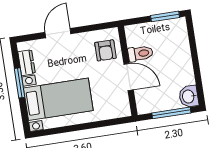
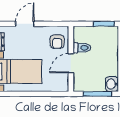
door: (129, 77) -> (71, 63), swing flipped

